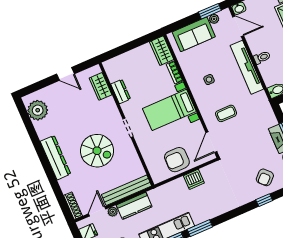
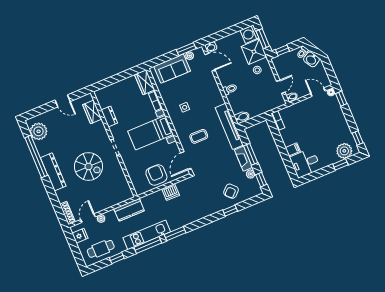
tv unit: (247, 67) -> (229, 126), moved
window: (35, 140) -> (36, 157), added
armchair: (177, 160) -> (156, 175), turned 90
bench: (126, 190) -> (113, 200), removed
kitchen counter: (134, 206) -> (129, 210), moved

